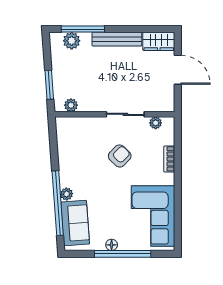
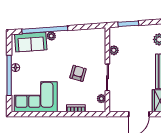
plant: (71, 105) -> (114, 50), moved
armchair: (120, 156) -> (78, 73), turned -118

